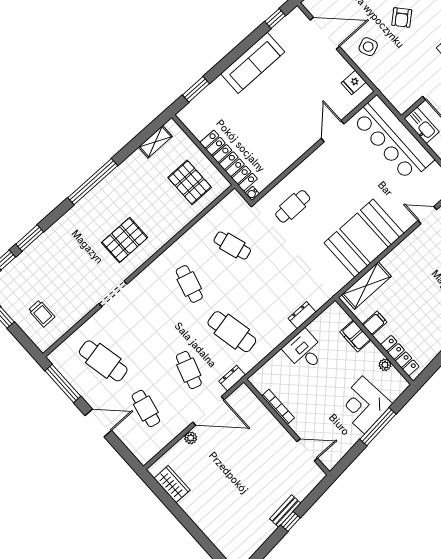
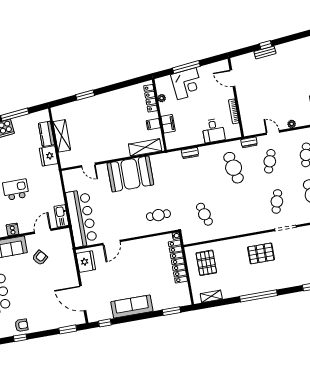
armchair: (402, 17) -> (40, 258), moved
side table: (368, 47) -> (64, 276), removed
fridge: (354, 82) -> (86, 262), width x1.88, depth x1.34
cafe table: (189, 284) -> (277, 201), moved
desk: (304, 351) -> (213, 131), moved
door: (209, 411) -> (273, 133), width x0.53

